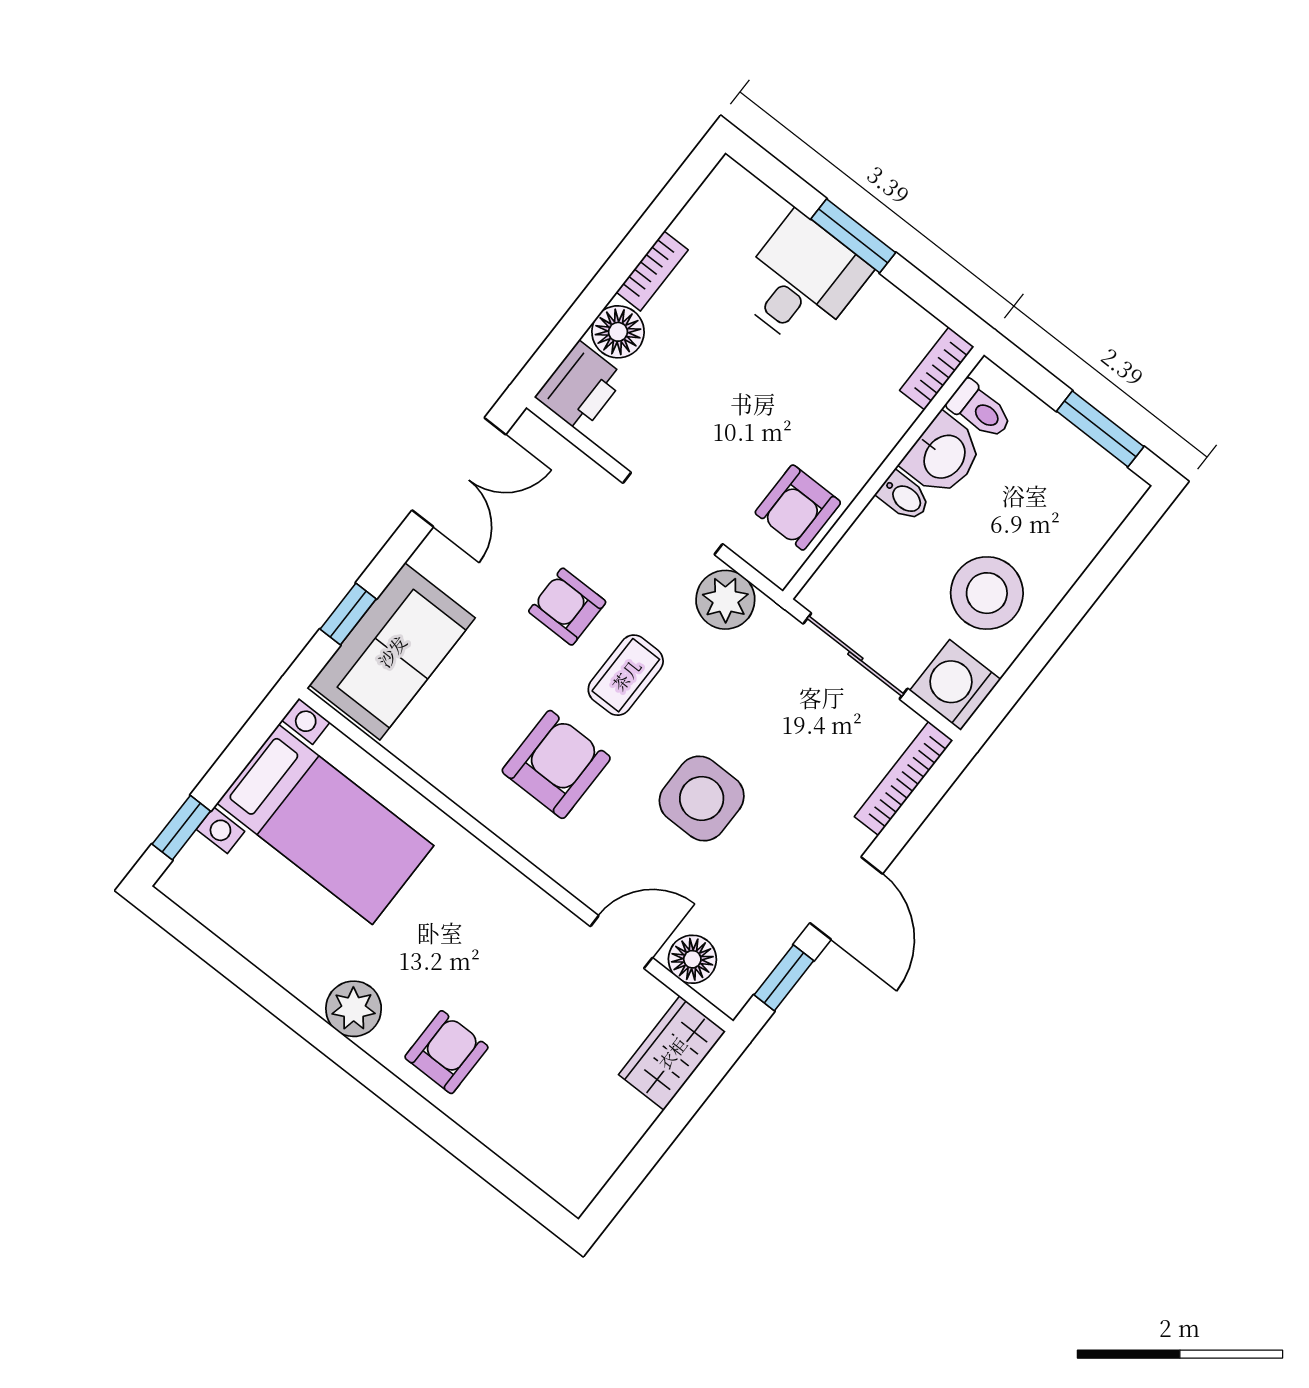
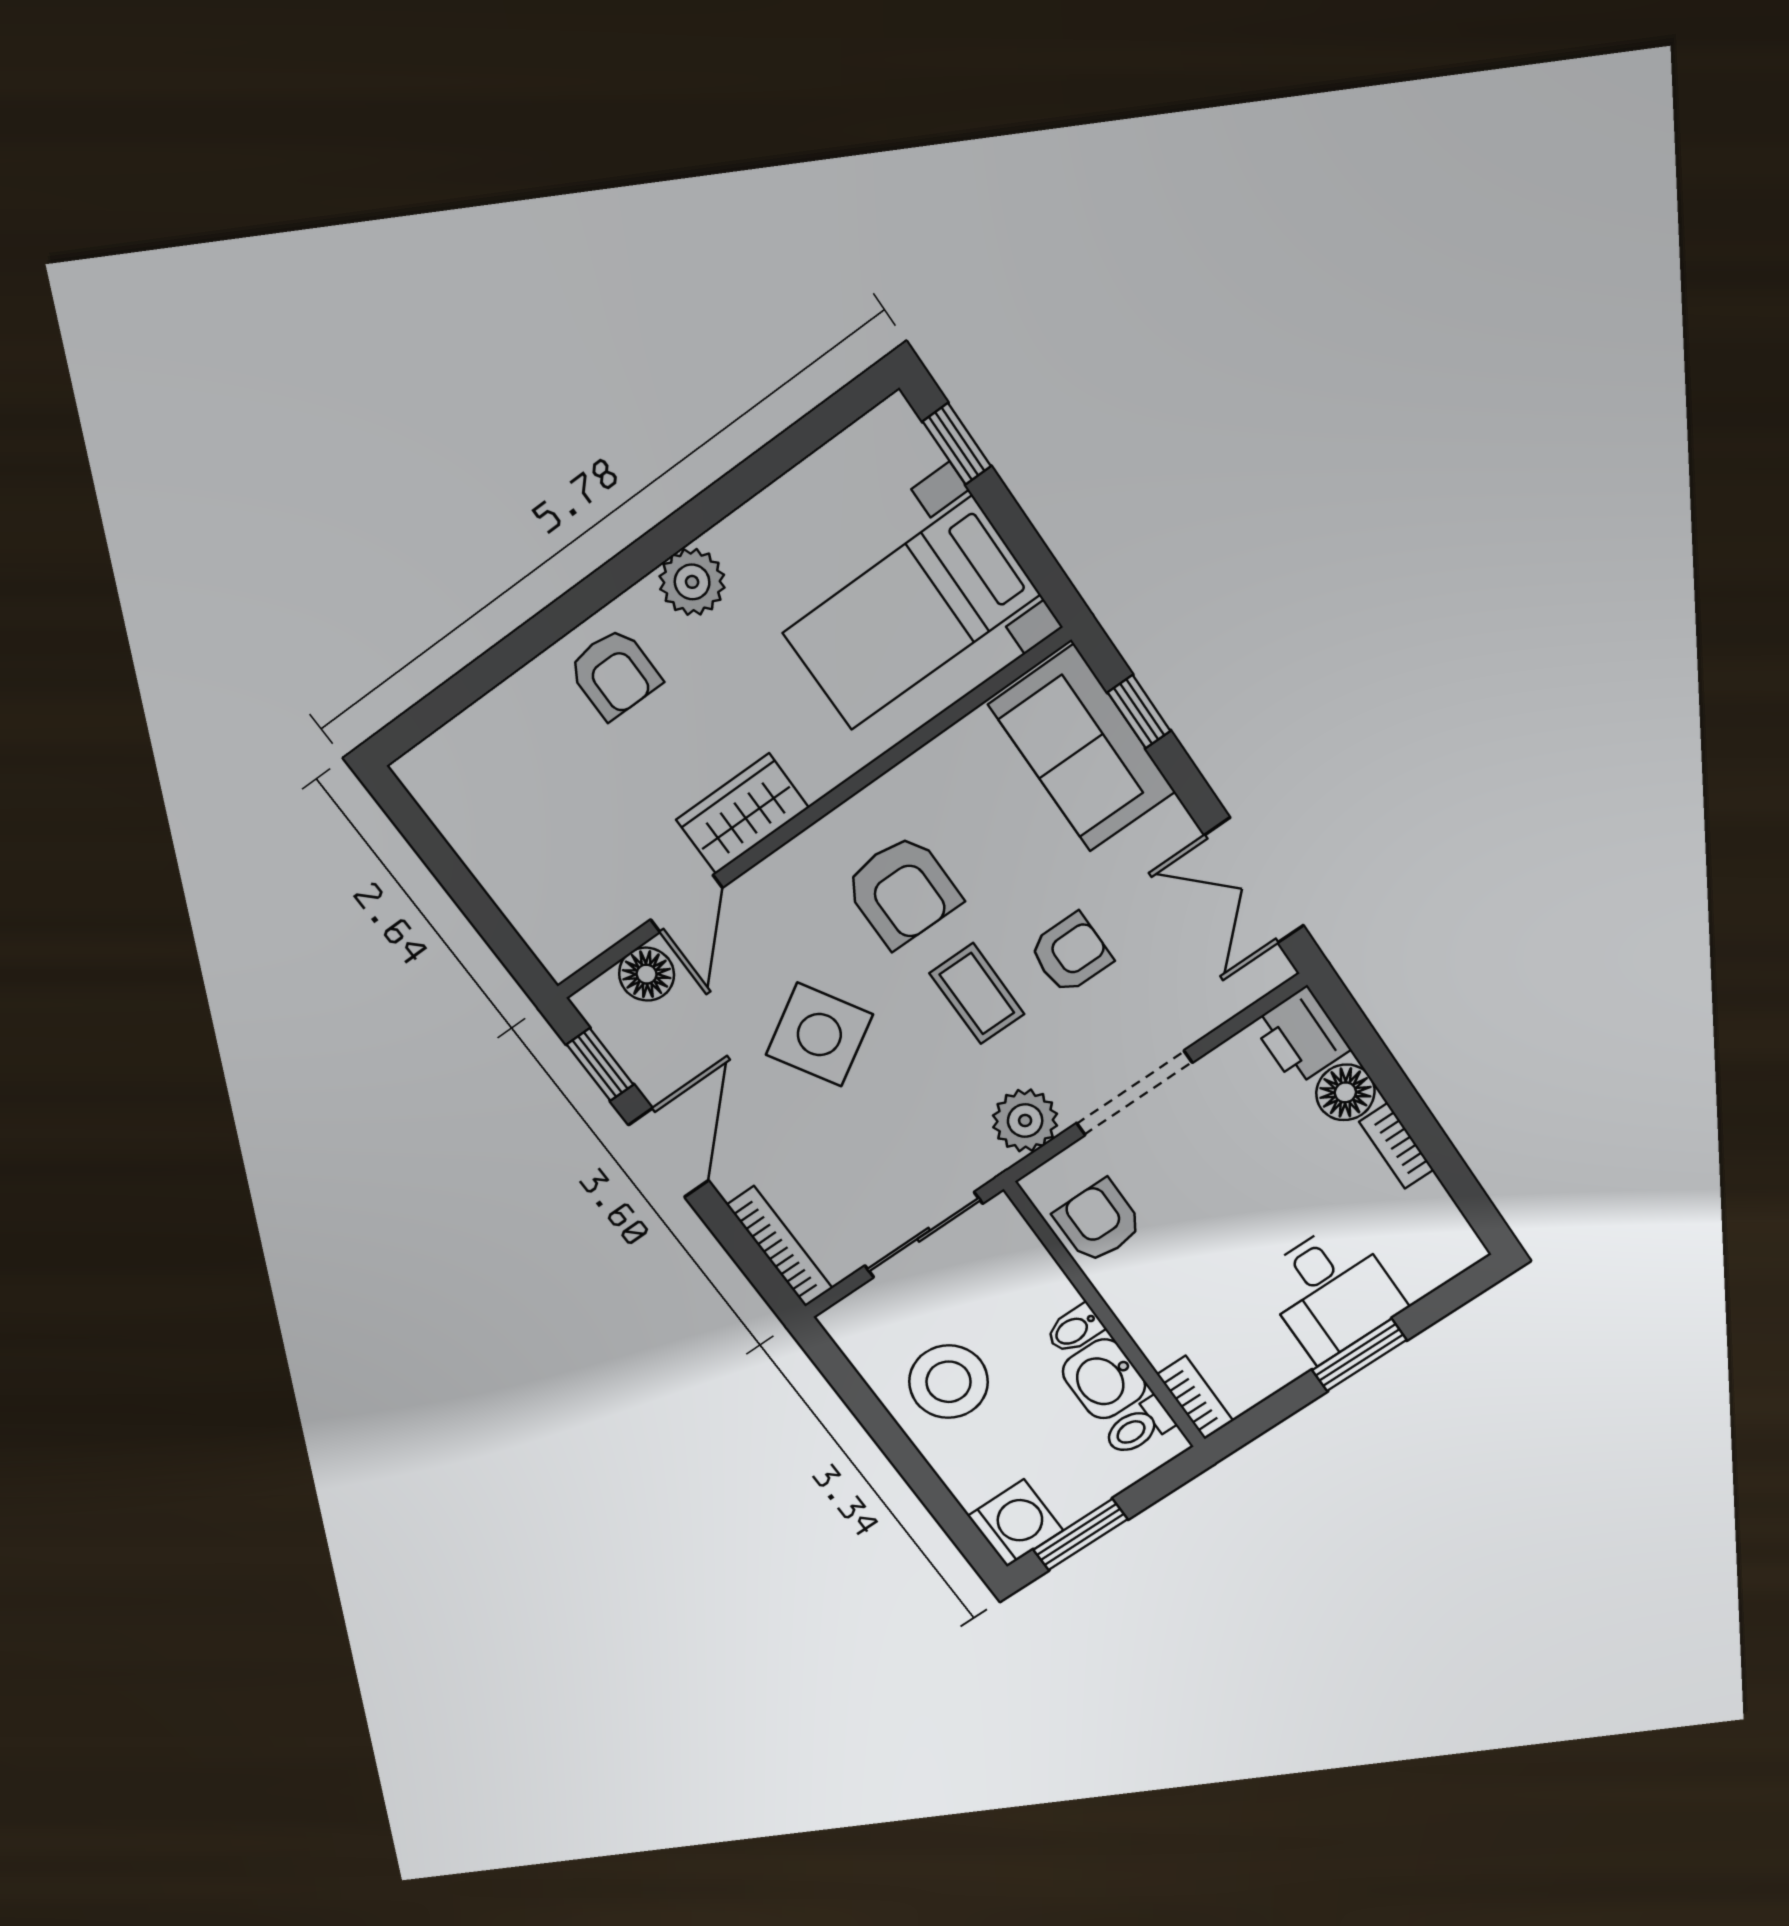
washing machine: (955, 685) -> (1015, 1523), moved
side table: (702, 798) -> (819, 1035), turned -31
door: (846, 898) -> (669, 1153), swing flipped
wardrobe: (672, 1053) -> (742, 814), moved, turned -90

